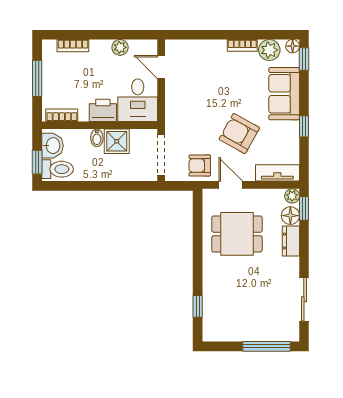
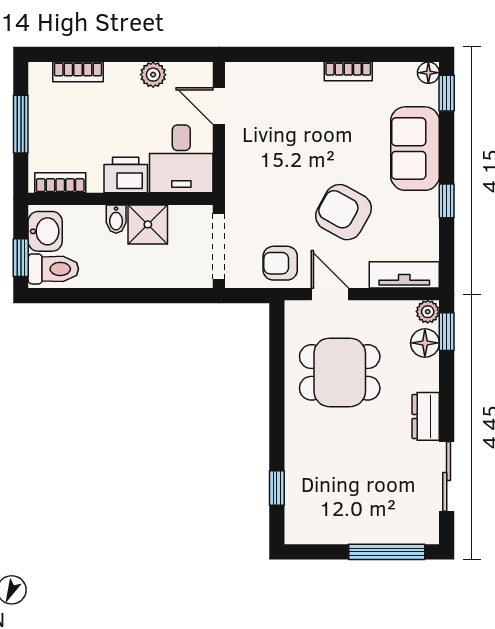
plant: (269, 50) -> (391, 79), removed
dresser: (291, 241) -> (426, 416), moved

